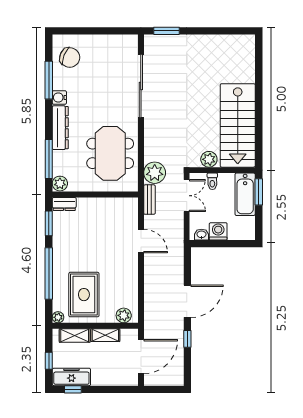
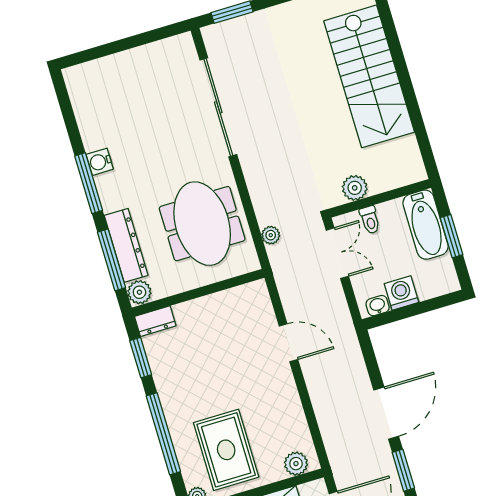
chair: (70, 58) -> (97, 96), removed
window: (49, 80) -> (89, 183), moved
stairs: (238, 125) -> (369, 76), moved
dresser: (60, 128) -> (126, 245), moved
plant: (155, 173) -> (271, 235), width x0.53, depth x0.53
window: (259, 192) -> (451, 236), moved
bench: (149, 200) -> (283, 276), removed
window: (187, 339) -> (403, 470), width x1.50

